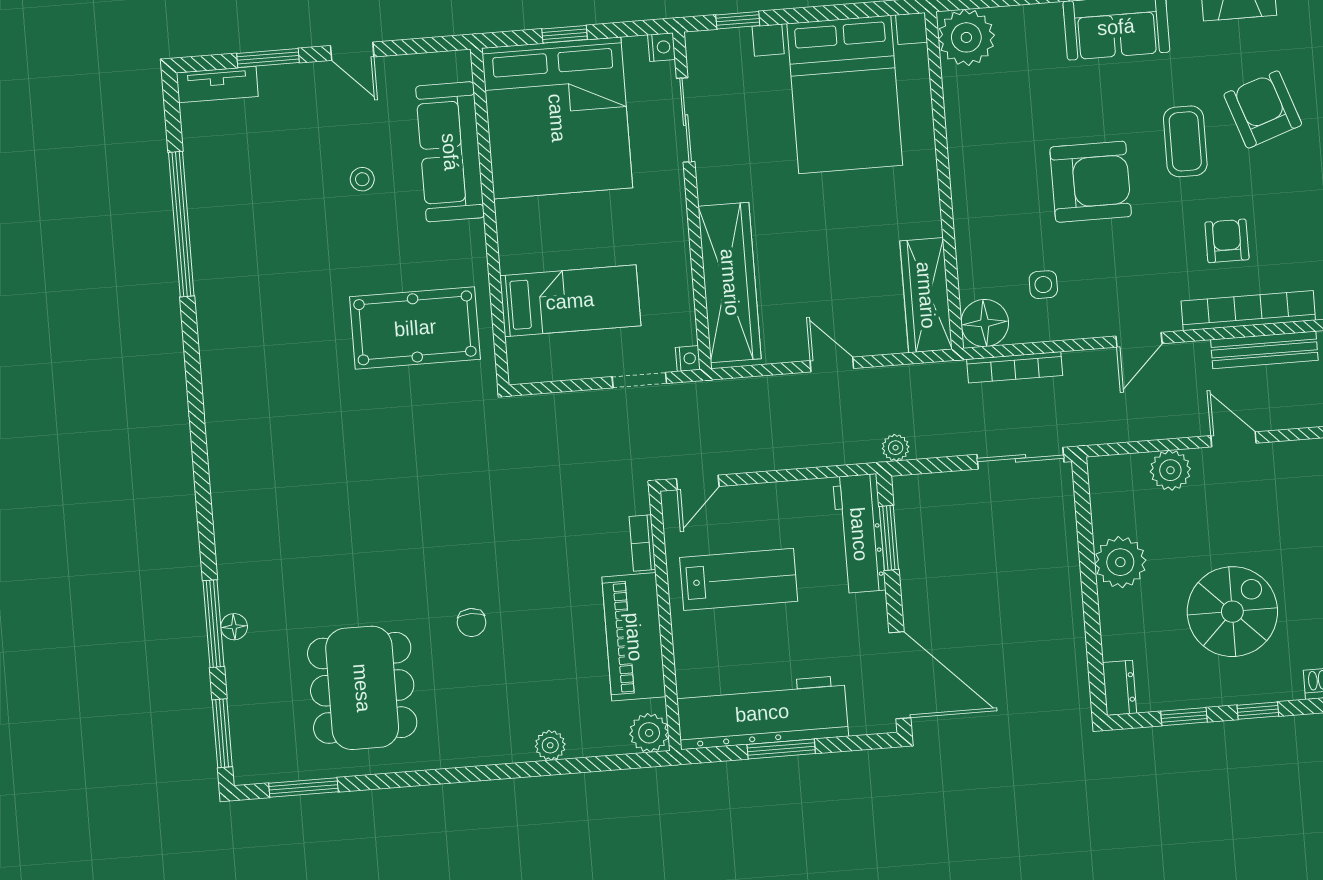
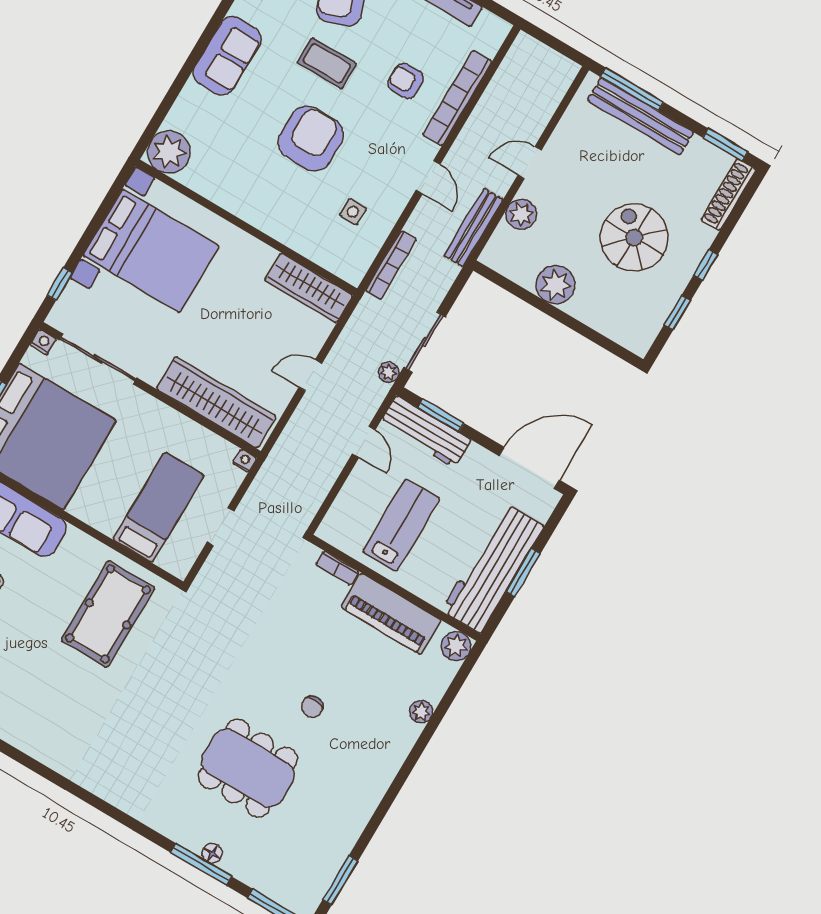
sliding door: (686, 120) -> (98, 359), width x1.37
floor lamp: (985, 323) -> (351, 264), removed
bench: (1264, 350) -> (473, 228), moved
doorway: (639, 380) -> (221, 527), moved
sliding door: (1020, 458) -> (425, 342), moved
door: (698, 482) -> (364, 442), moved
chair: (472, 623) -> (312, 707), turned 90
dining table: (362, 688) -> (248, 768), moved
dresser: (1120, 688) -> (632, 339), removed

